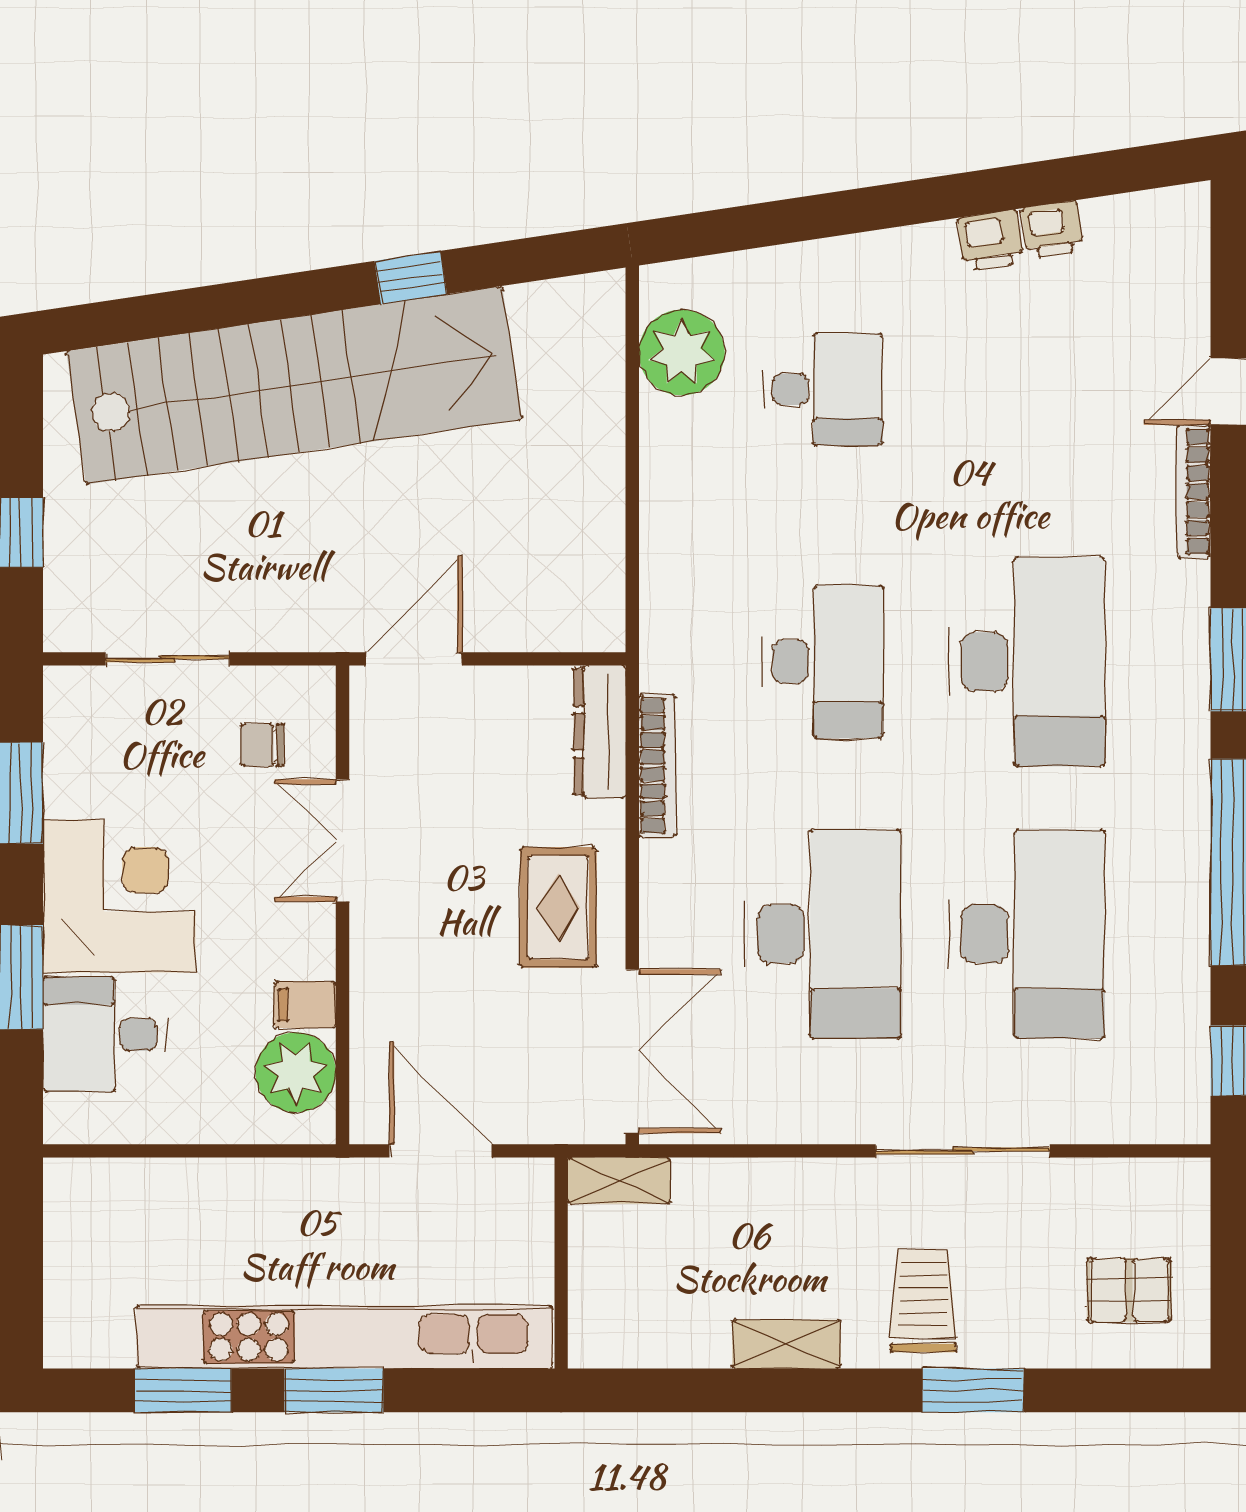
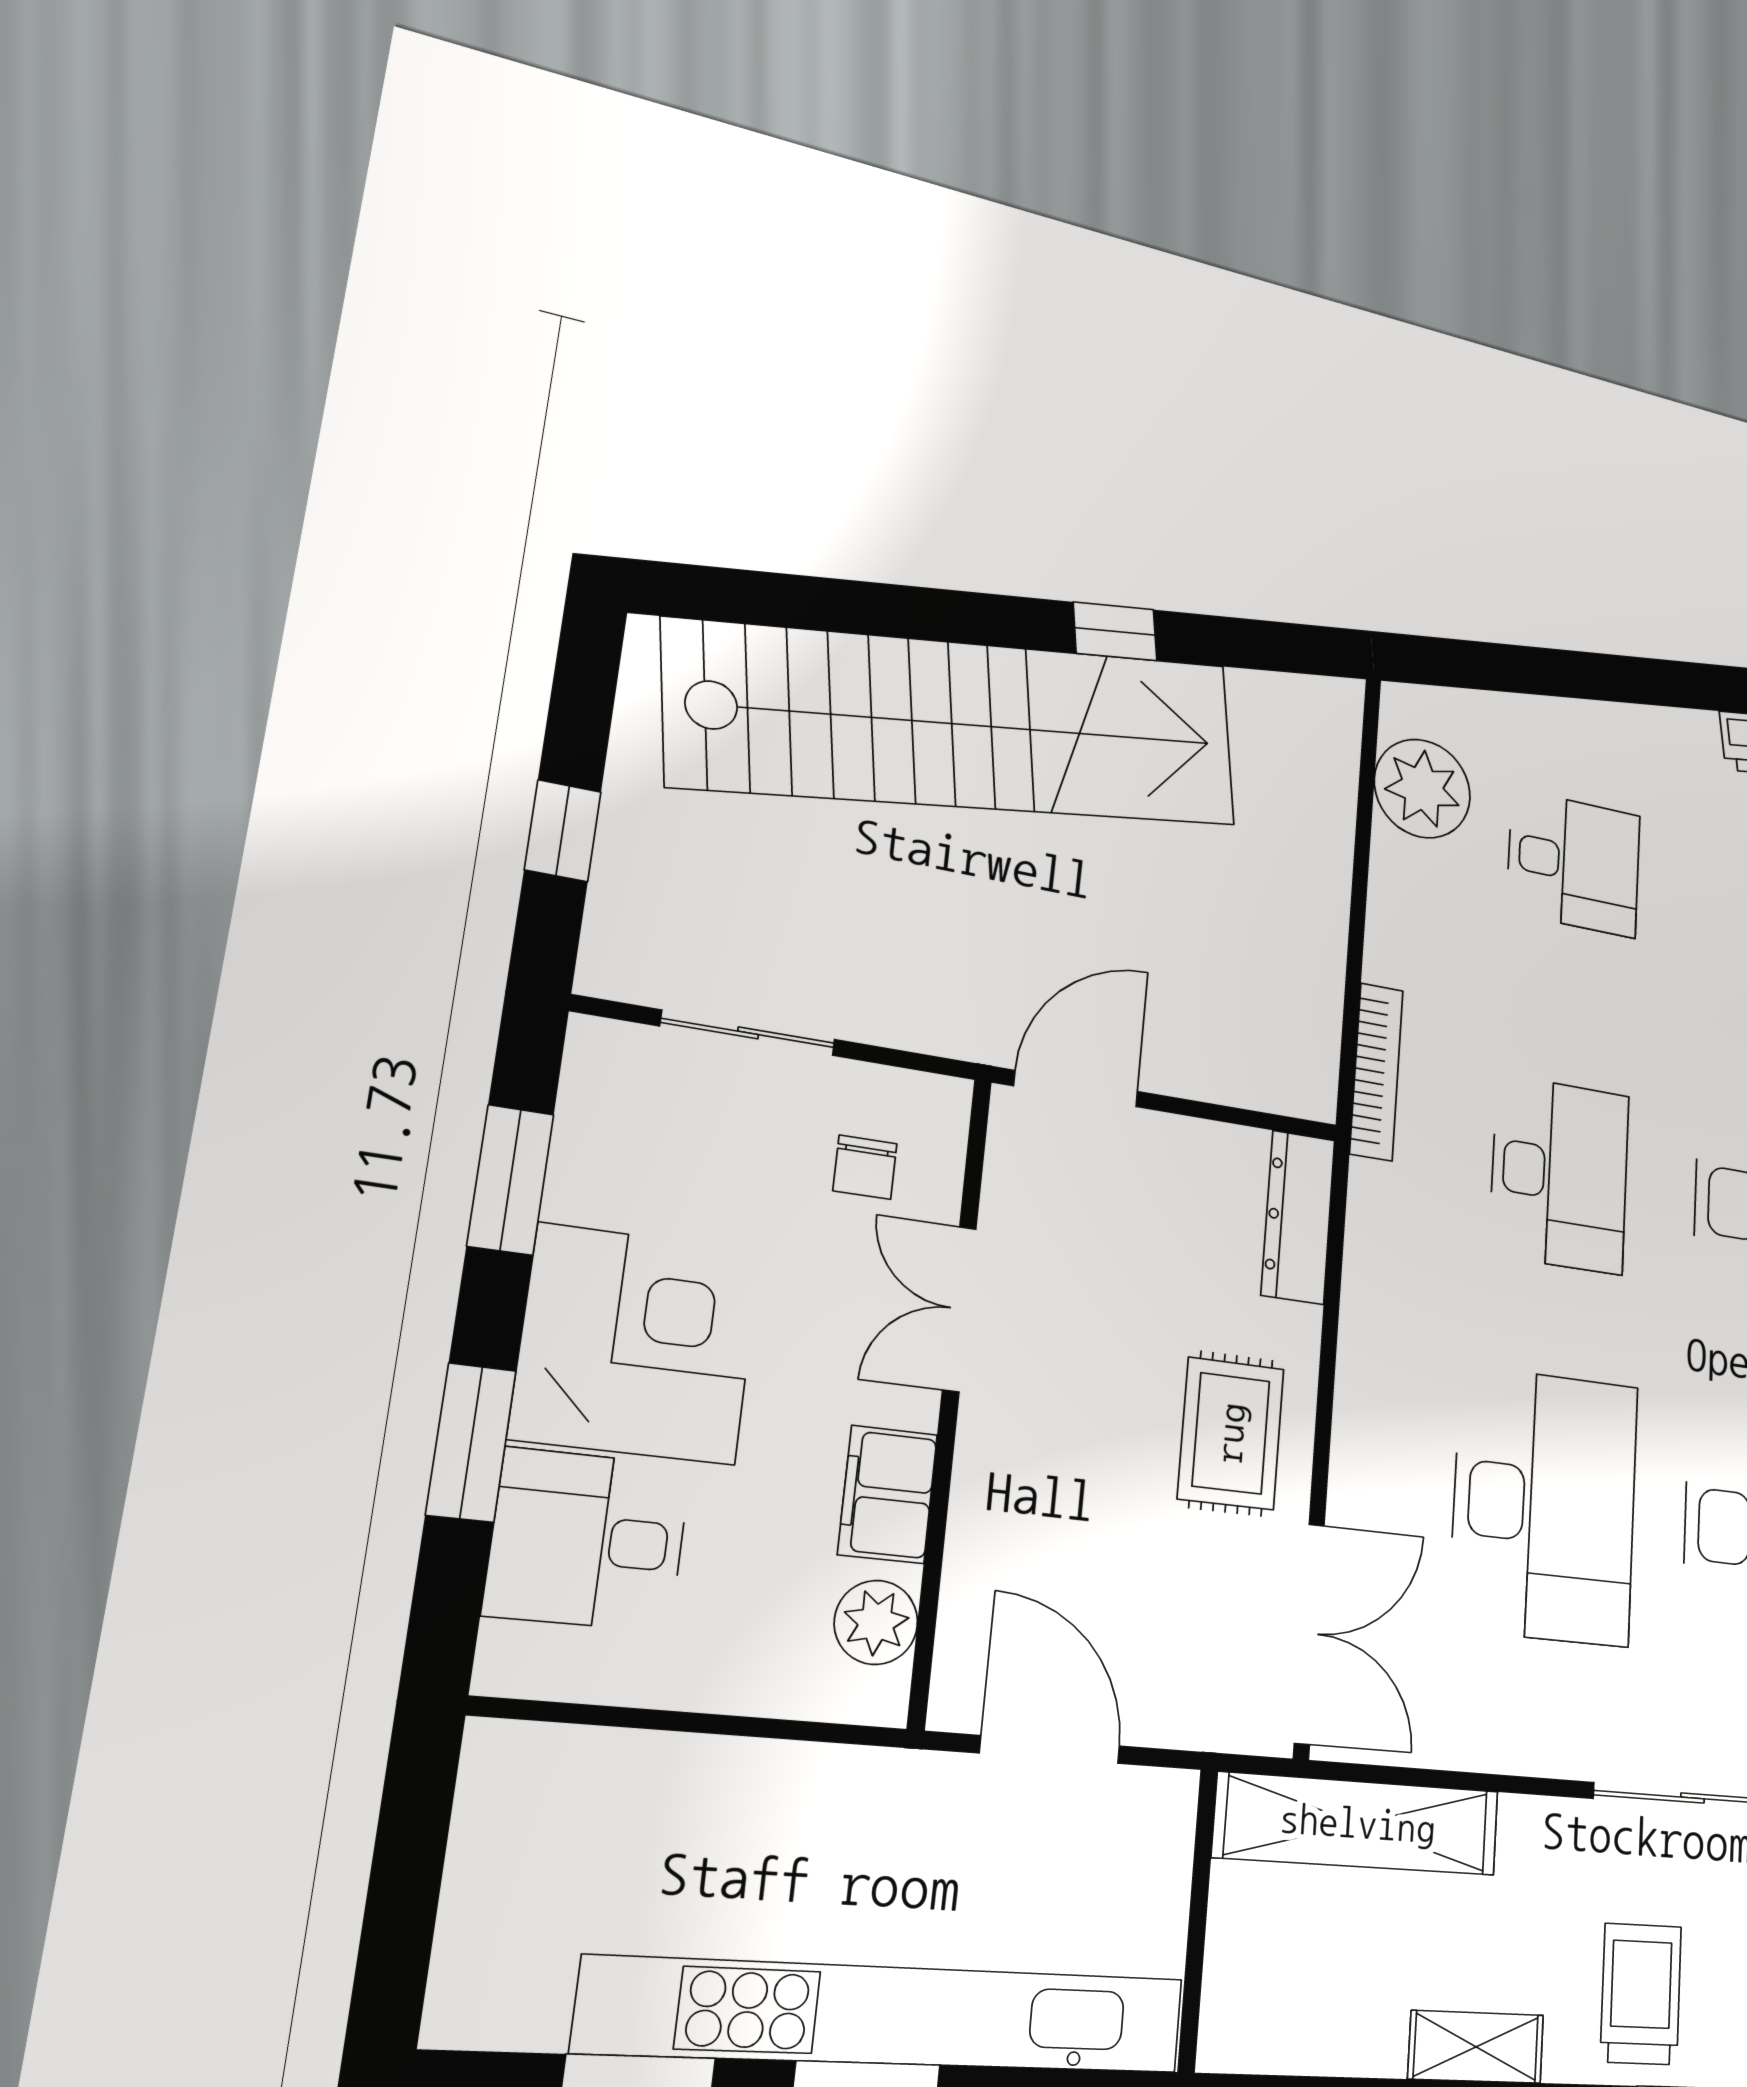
chair: (262, 745) -> (865, 1167), turned -90
bookcase: (657, 766) -> (1376, 1072), moved
filing cabinet: (305, 1005) -> (888, 1494), width x2.00
plant: (296, 1072) -> (876, 1622), width x0.73, depth x0.73
shelving: (619, 1181) -> (1358, 1824), width x2.20, depth x1.33

